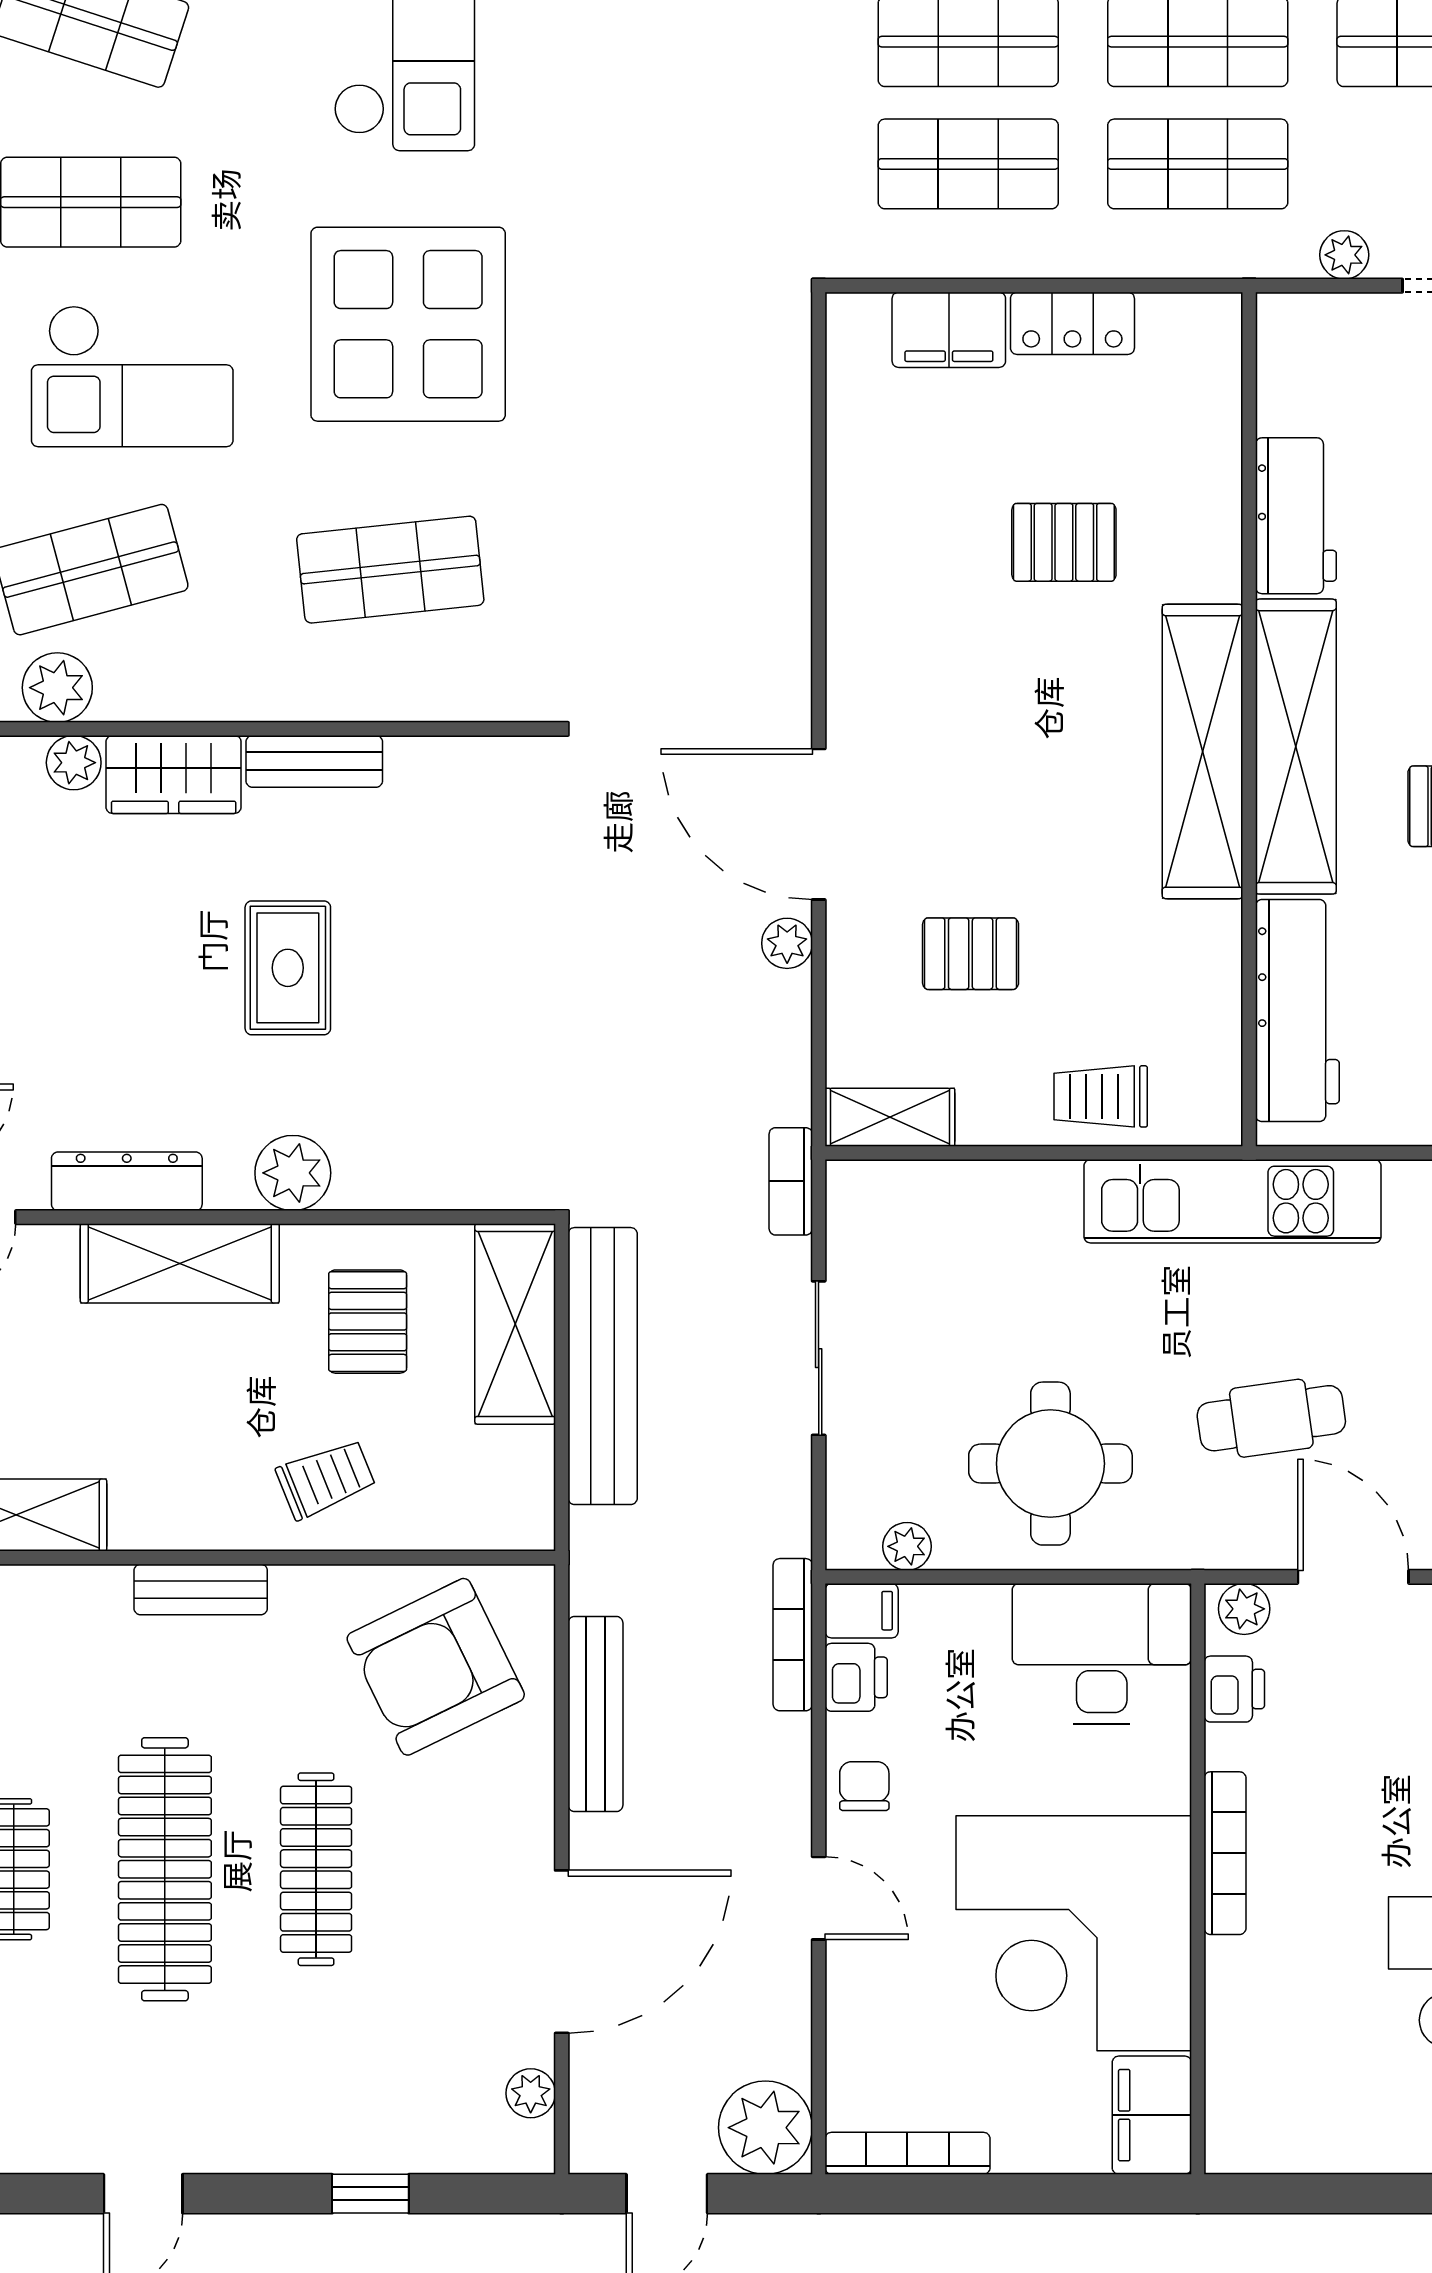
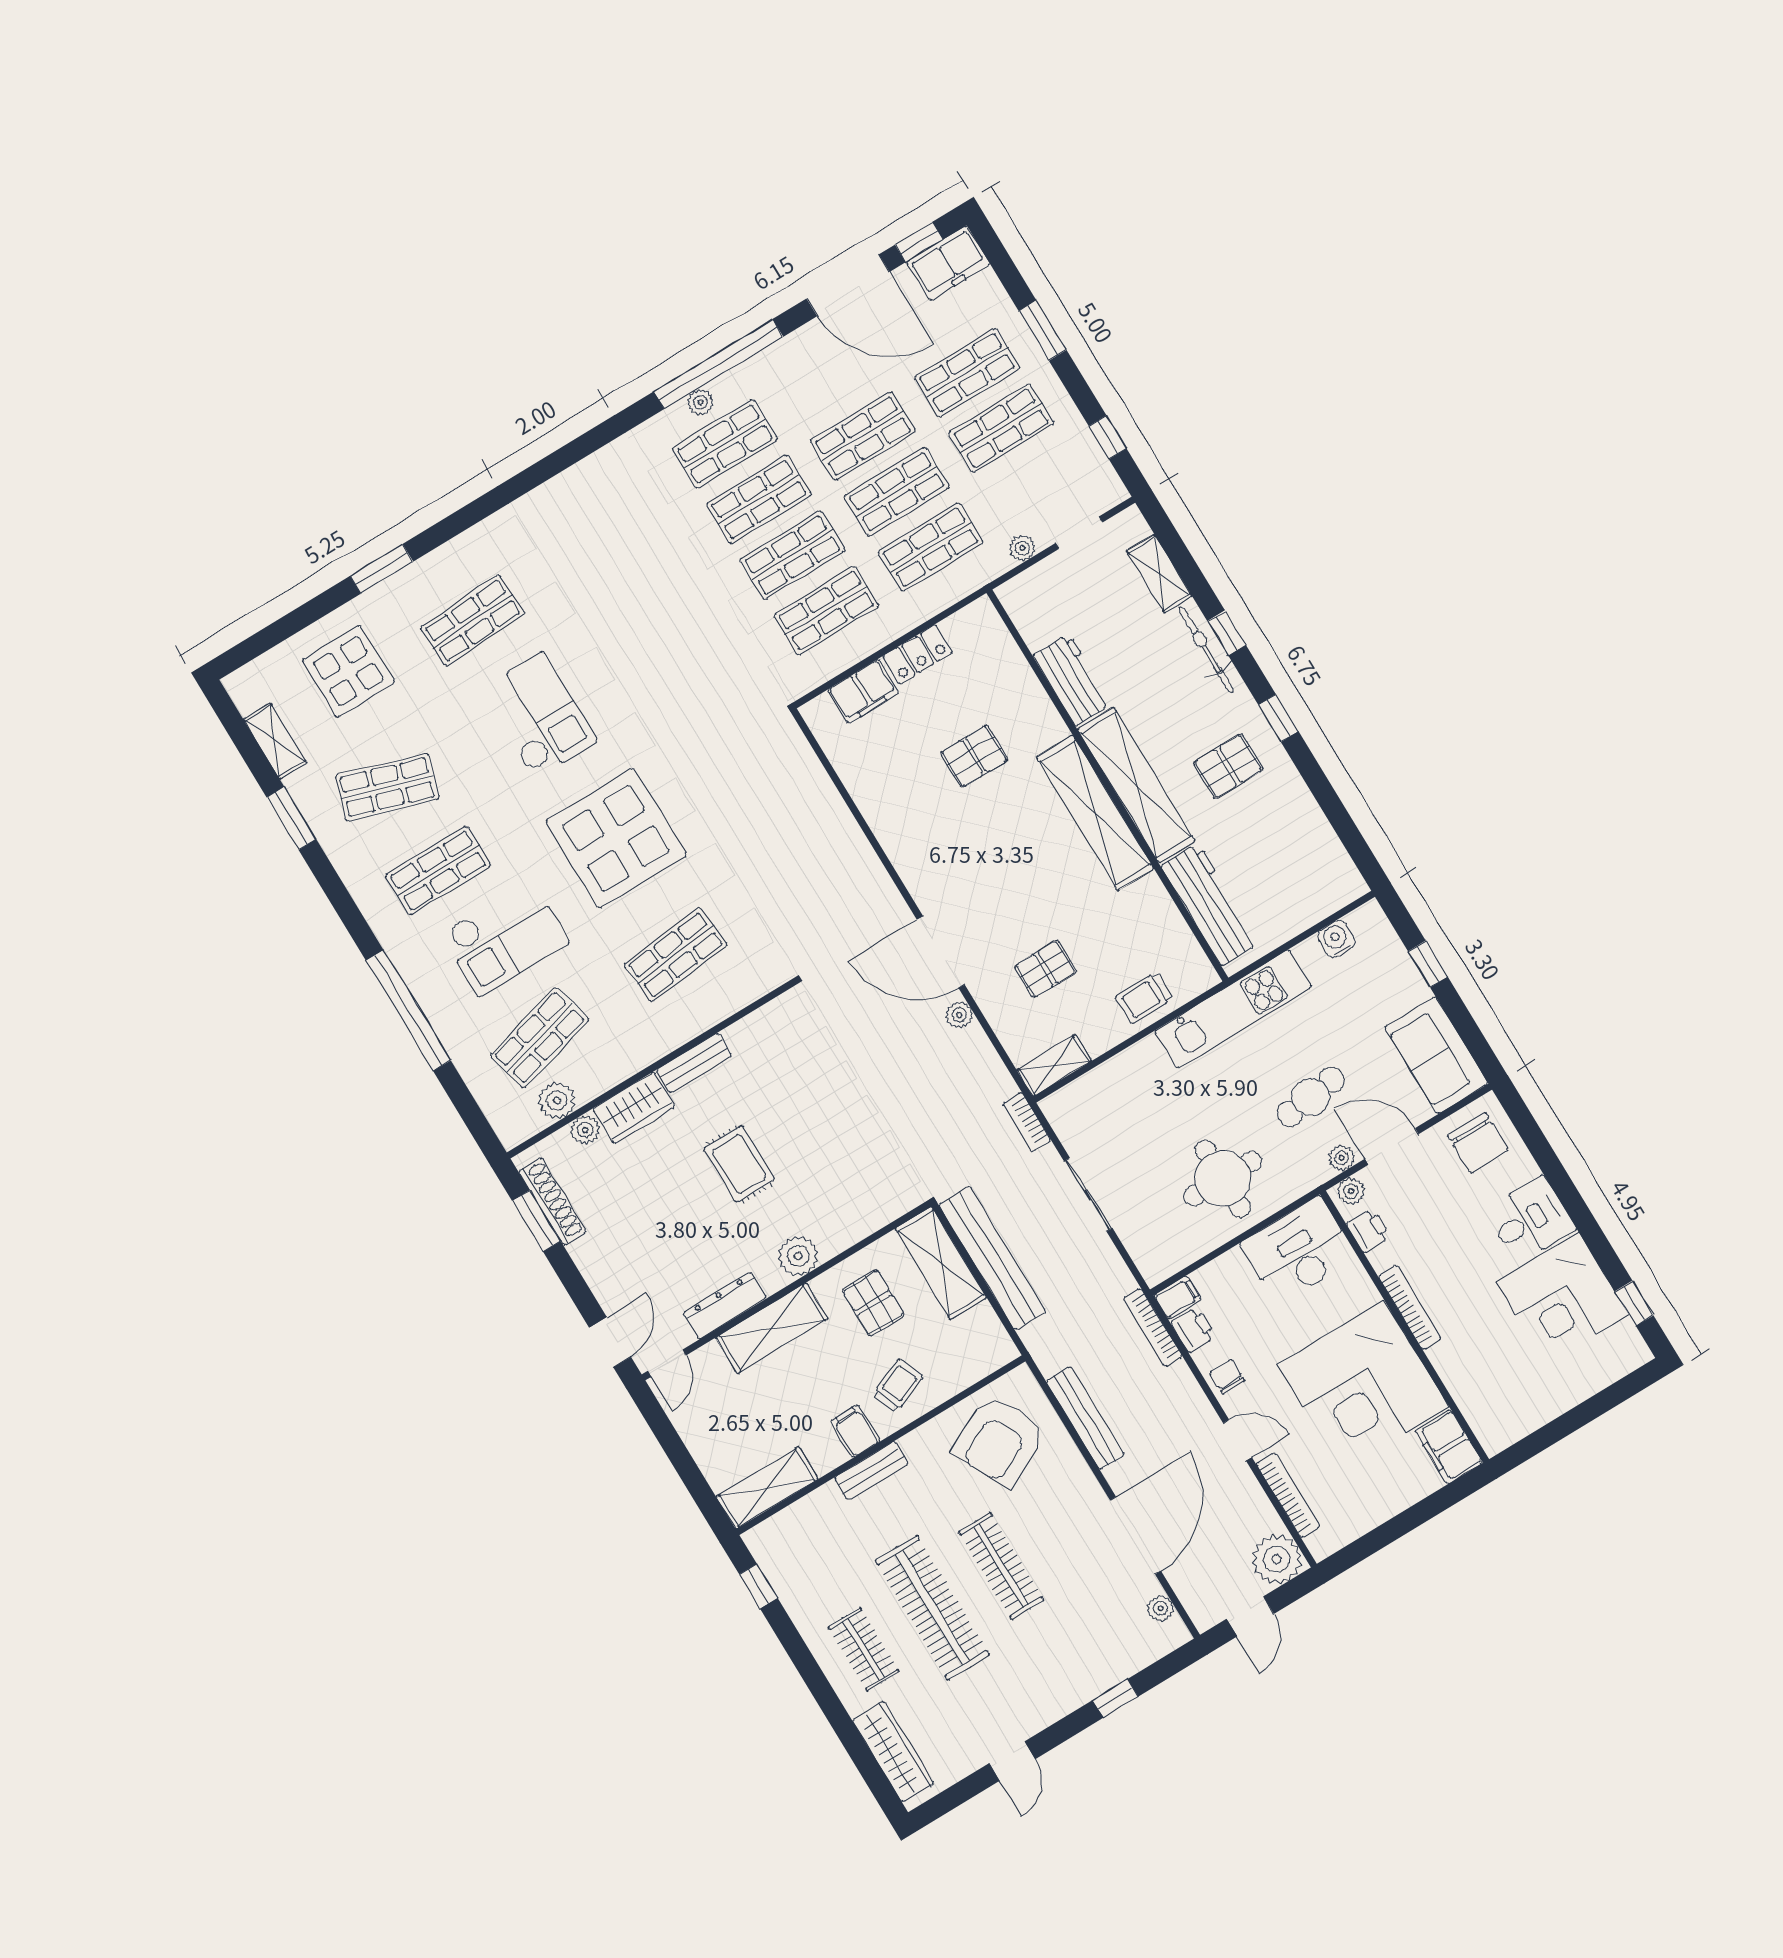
filing cabinet: (213, 1510) -> (855, 1431), added
plant: (907, 1546) -> (1342, 1158), moved
bookcase: (907, 2153) -> (1288, 1495), moved, turned 90

